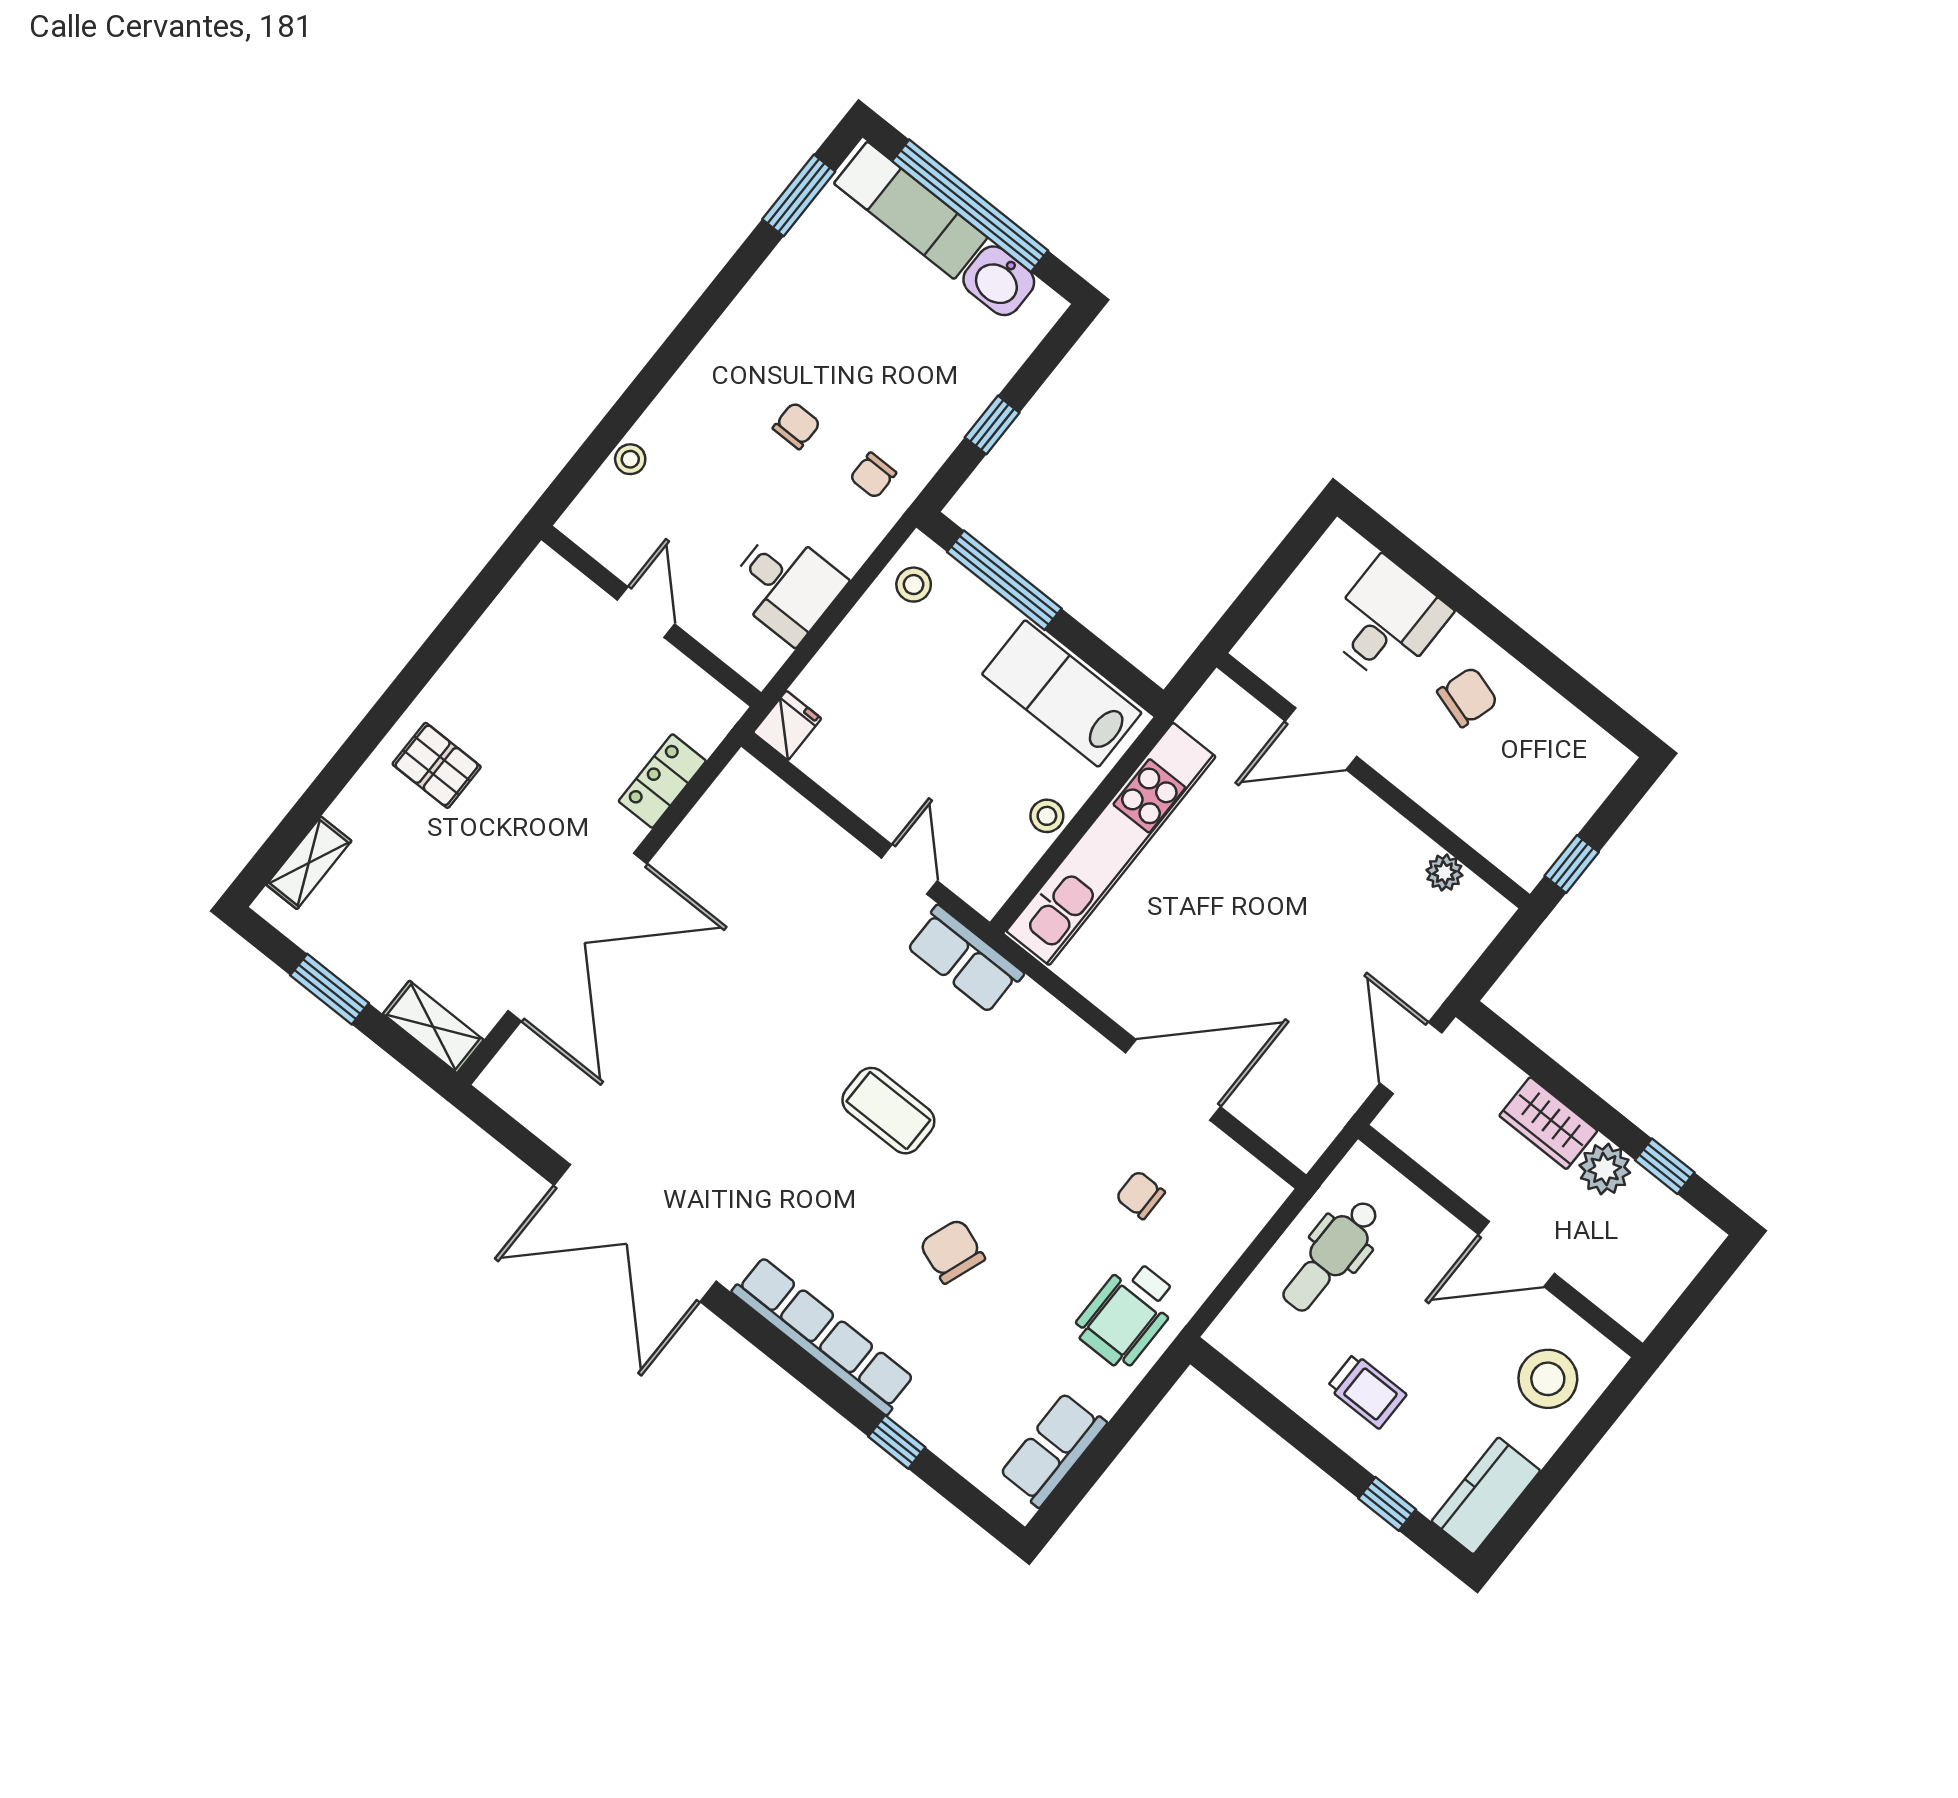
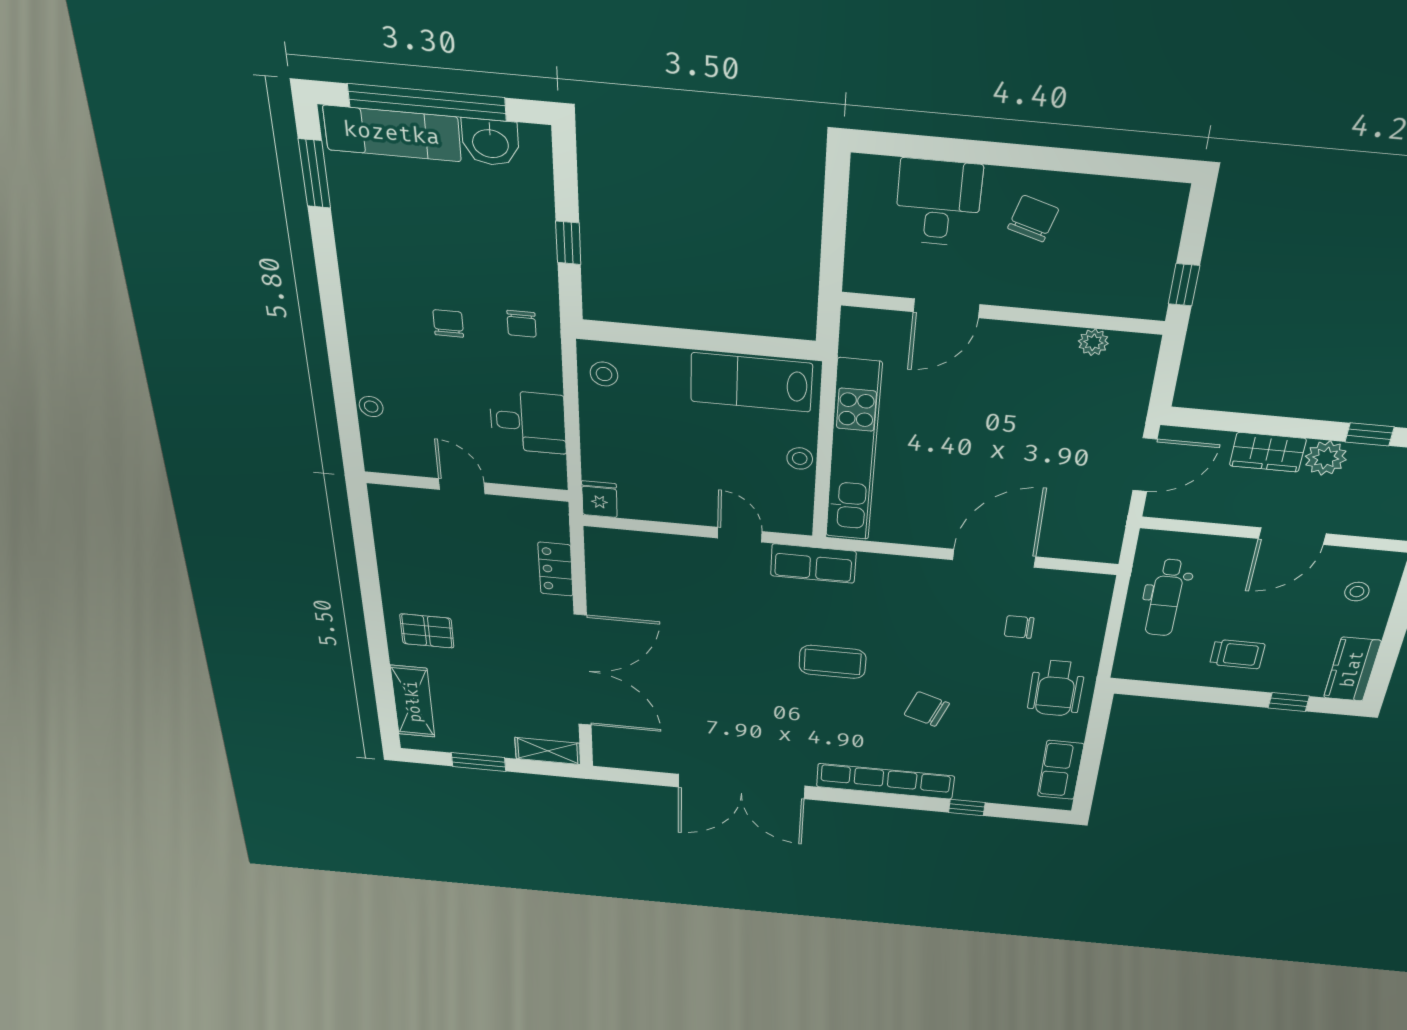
window: (1004, 580) -> (658, 336), removed
shelving: (309, 863) -> (413, 701), width x1.50, depth x1.33
door: (1411, 1058) -> (1145, 465), swing flipped
stool: (1548, 1379) -> (1357, 592), width x0.53, depth x0.53

